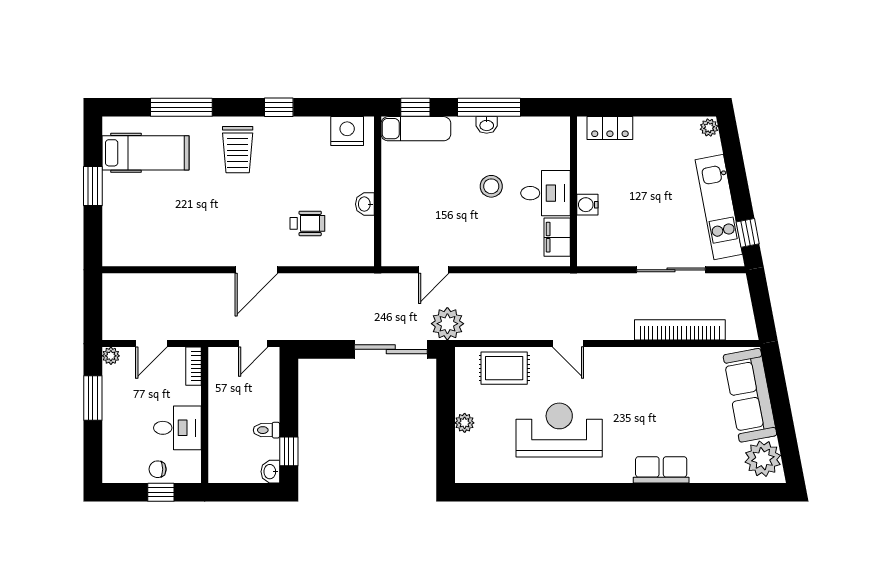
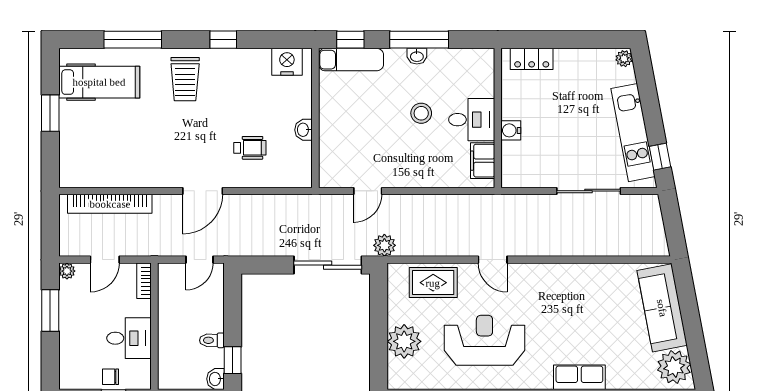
plant: (447, 324) -> (384, 245), width x0.73, depth x0.73
bookcase: (680, 330) -> (110, 204), moved, turned 180
plant: (465, 423) -> (404, 341), width x1.87, depth x1.87

